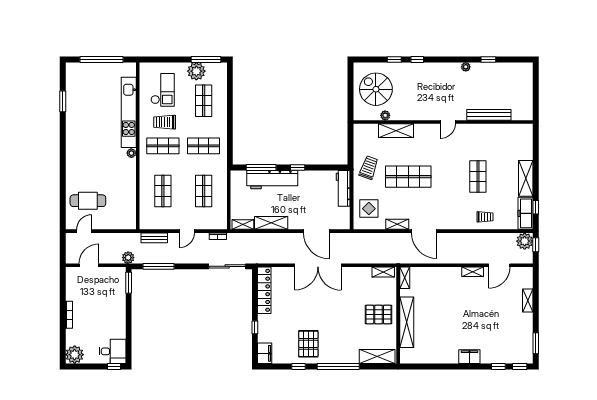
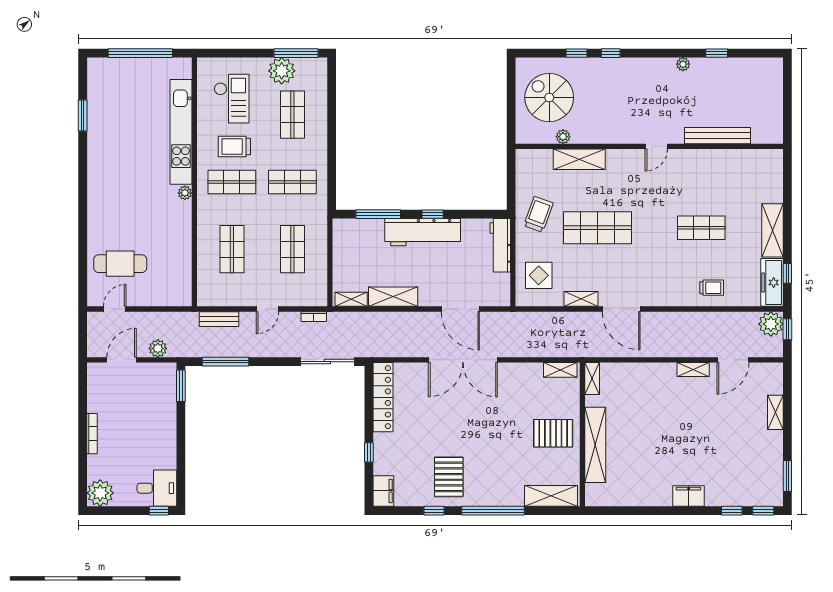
shop shelf: (478, 177) -> (701, 228), turned 90
workbench: (272, 180) -> (423, 232), moved
plant: (128, 258) -> (158, 348), moved

